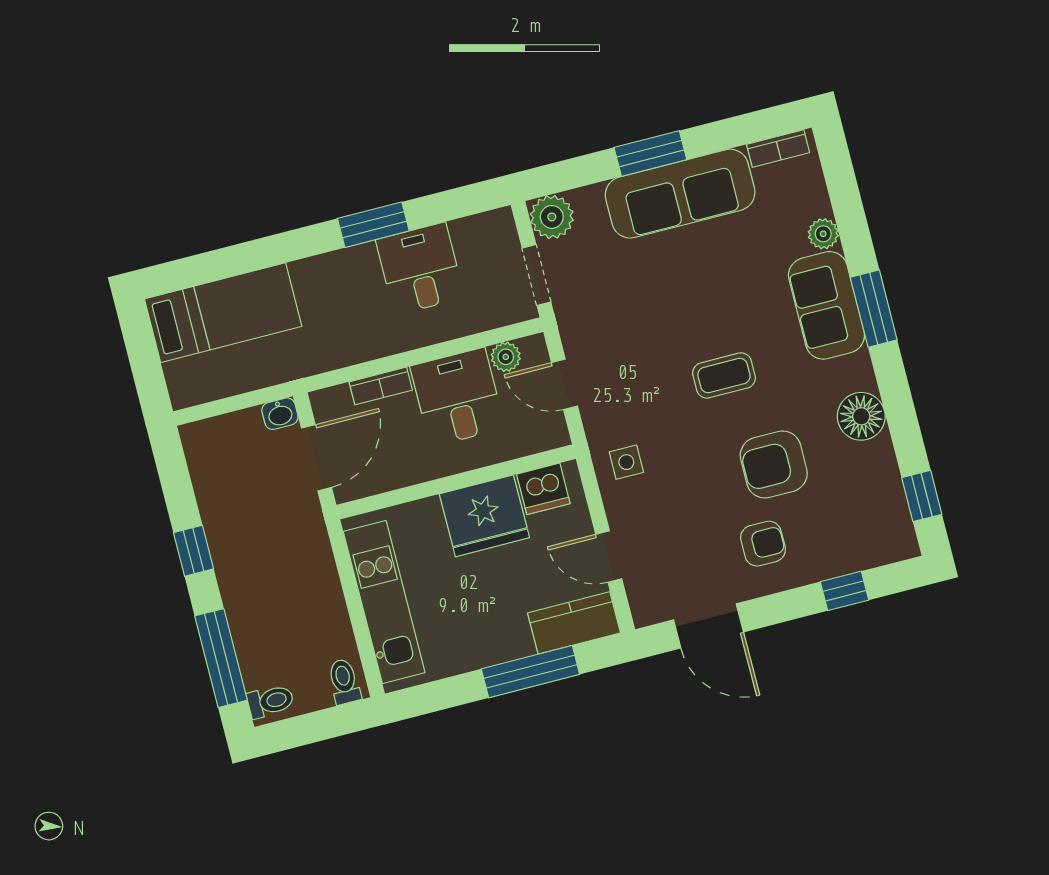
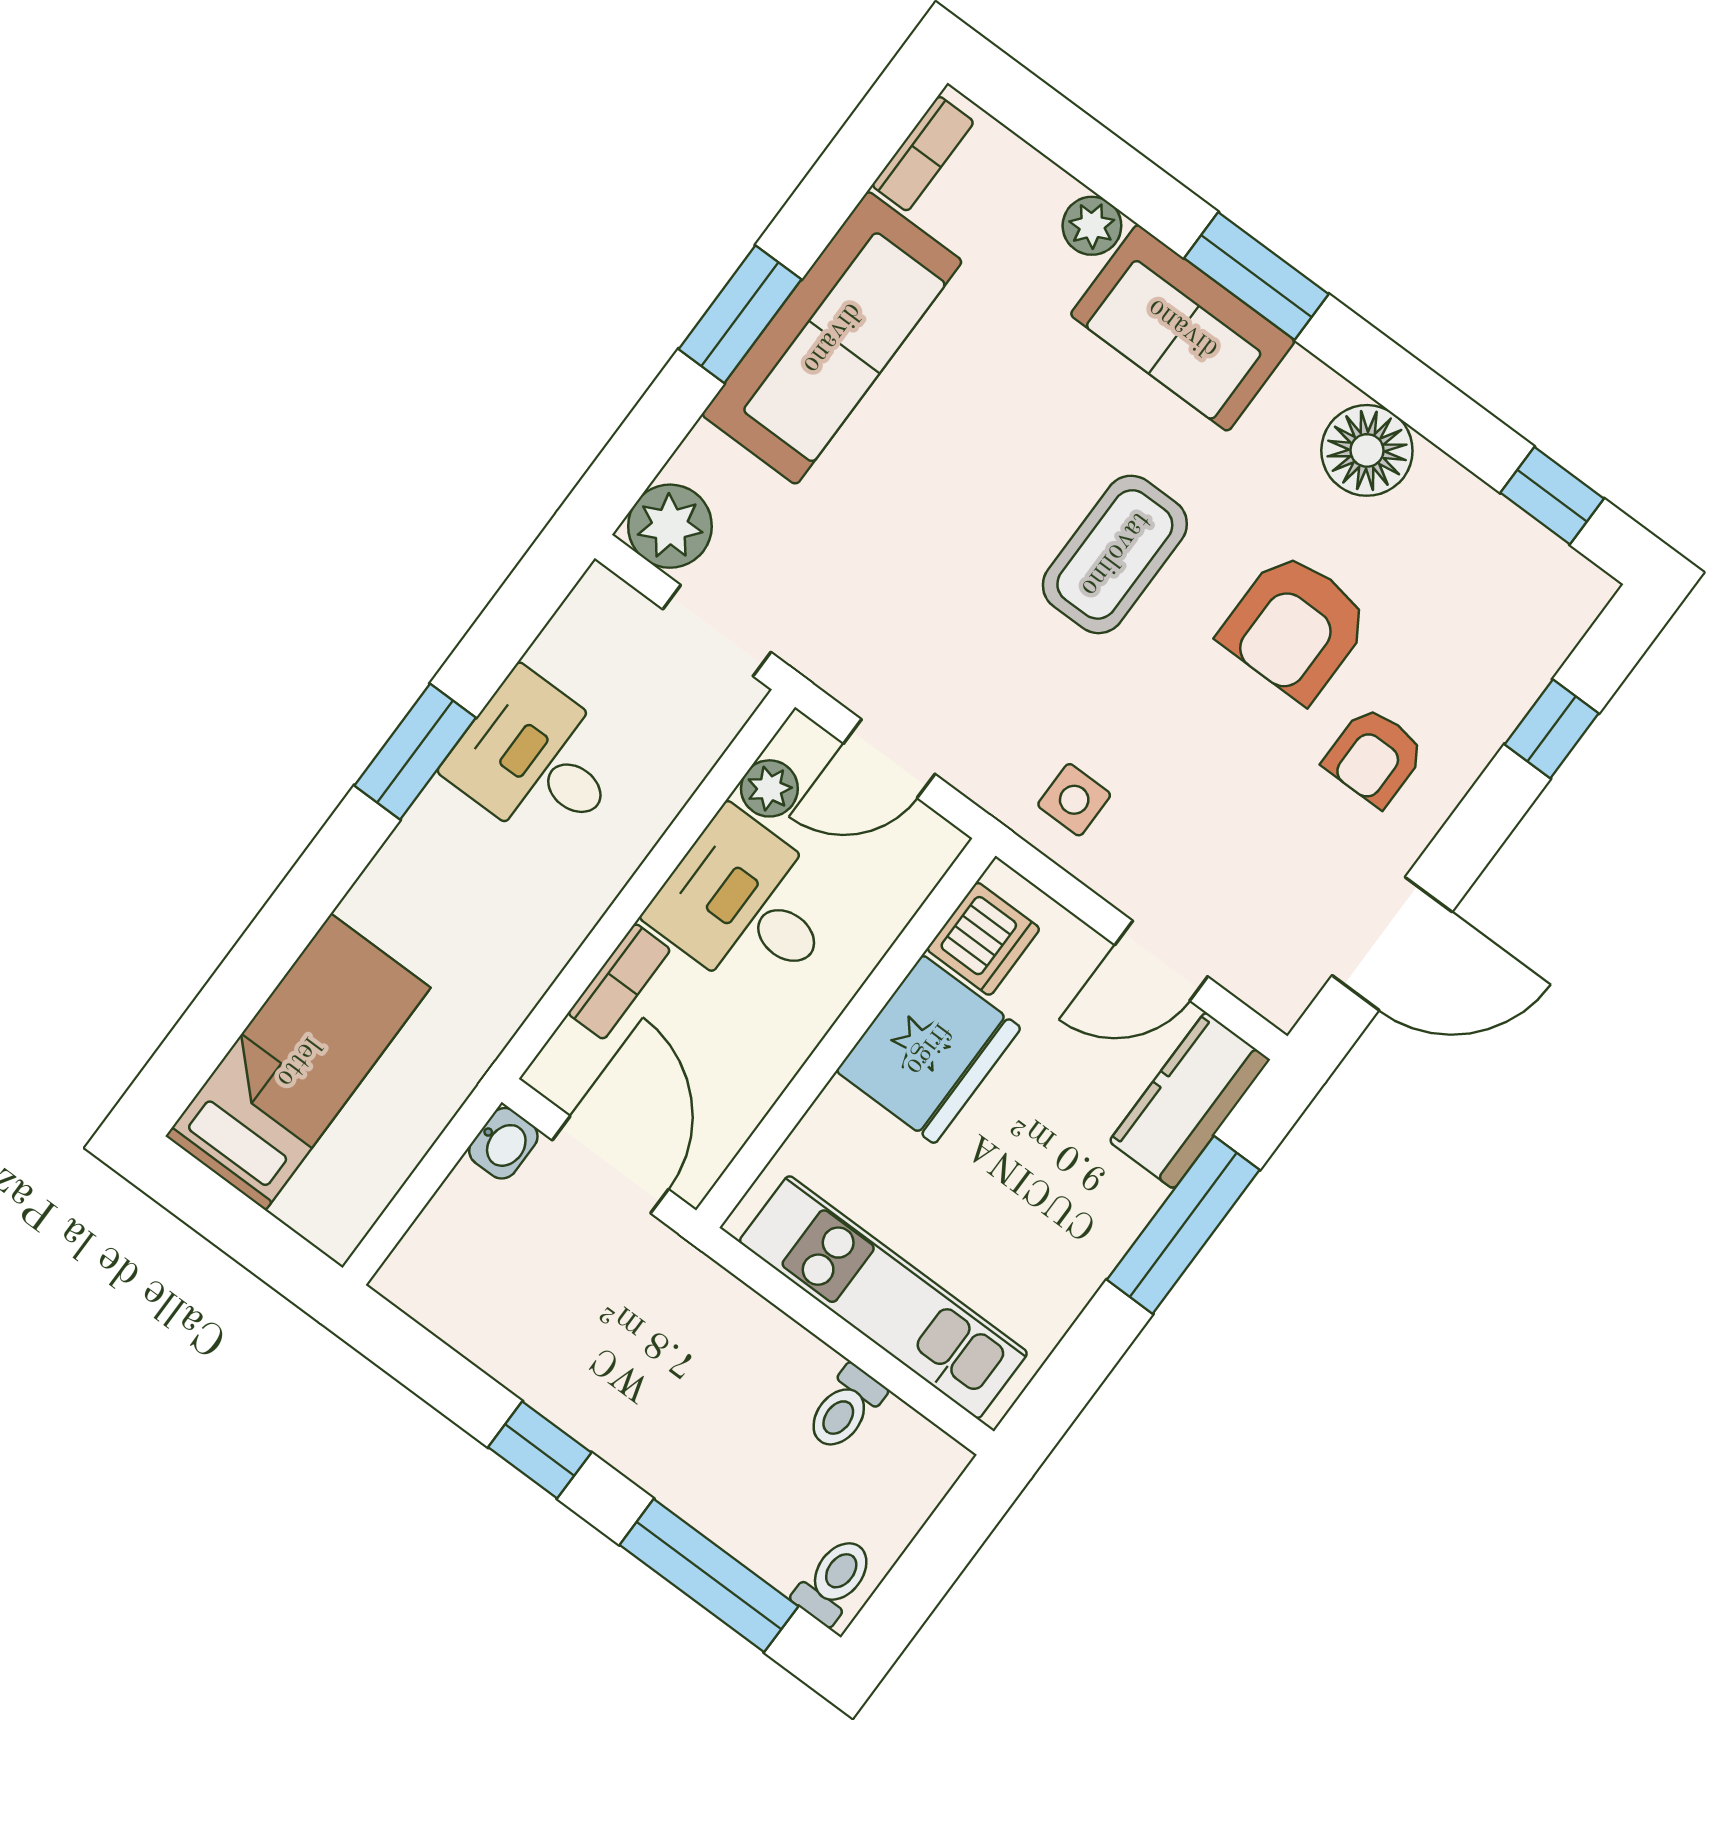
coffee table: (724, 375) -> (1115, 554), width x1.36, depth x1.30
armchair: (763, 544) -> (1374, 757), turned 180
toilet: (344, 682) -> (845, 1408), moved, turned -90

